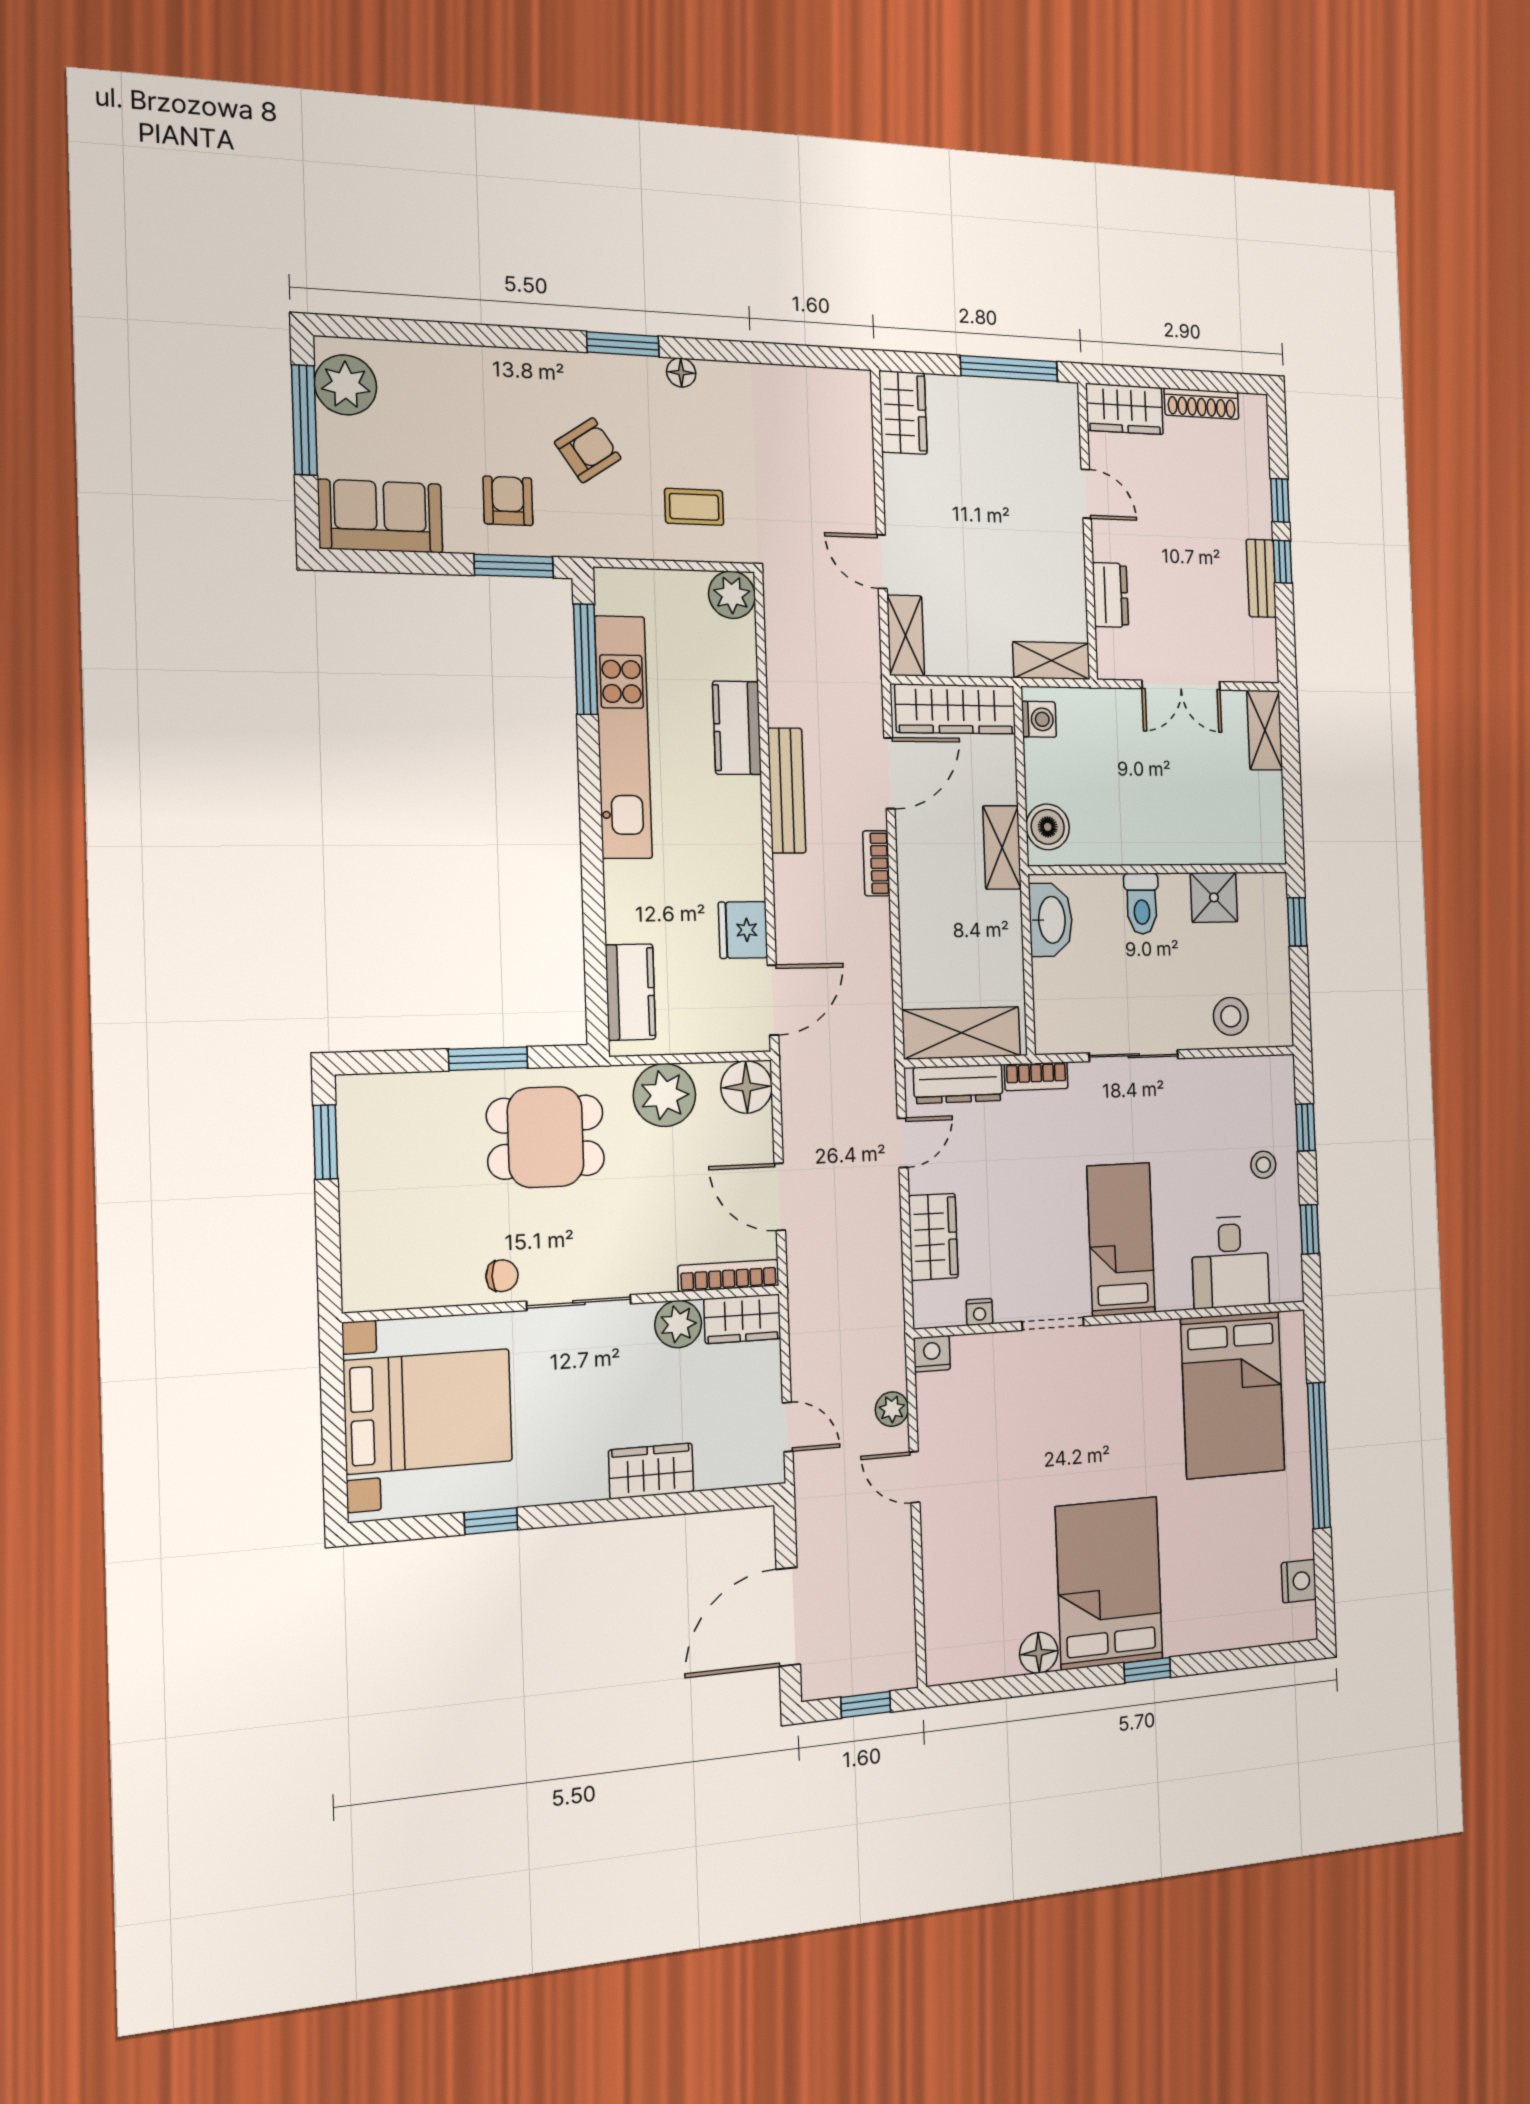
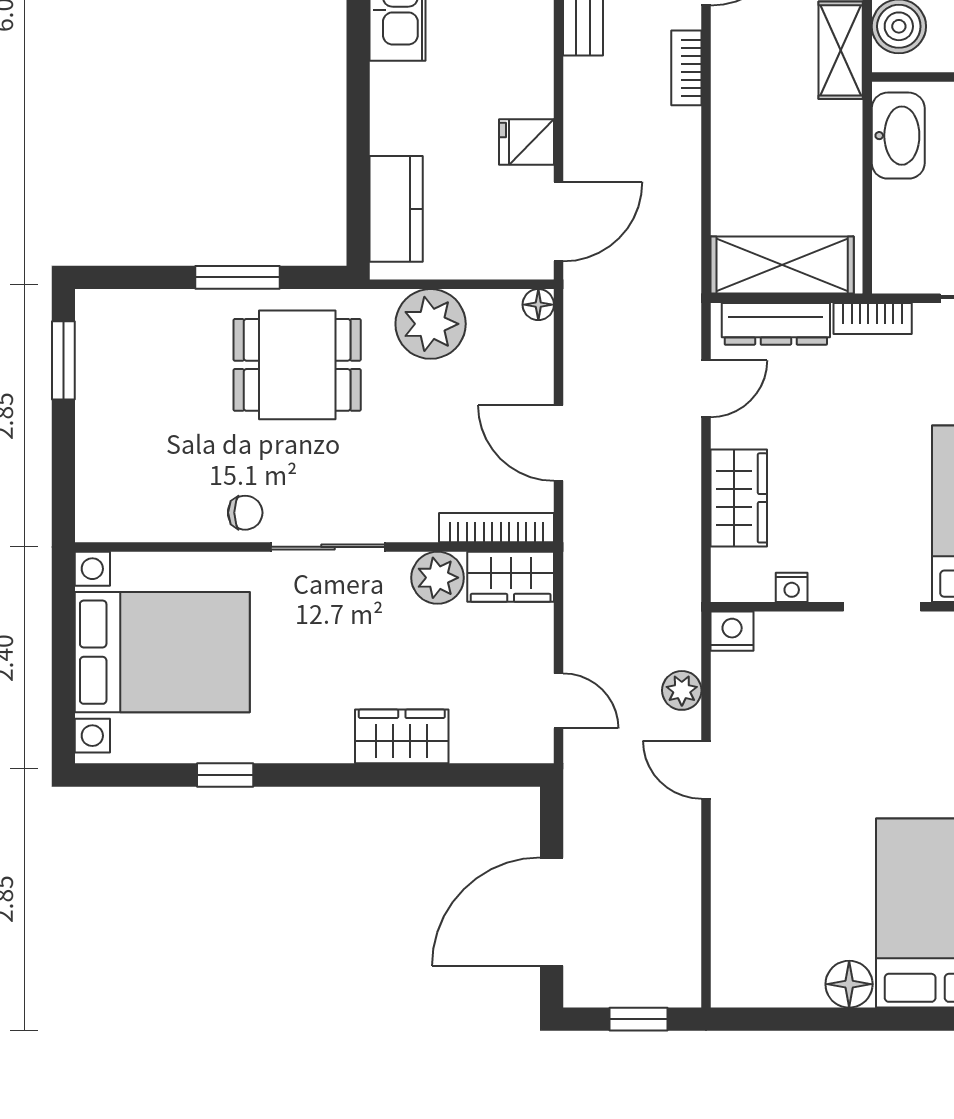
fridge: (743, 930) -> (527, 142), width x0.72
floor lamp: (746, 1087) -> (538, 305), width x0.53, depth x0.53

